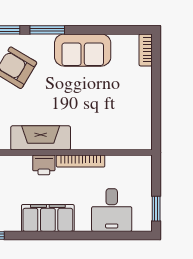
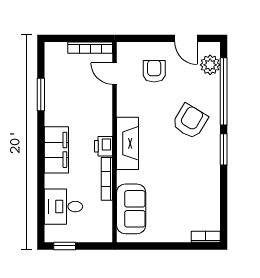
sofa: (83, 50) -> (131, 209), moved, turned 180

